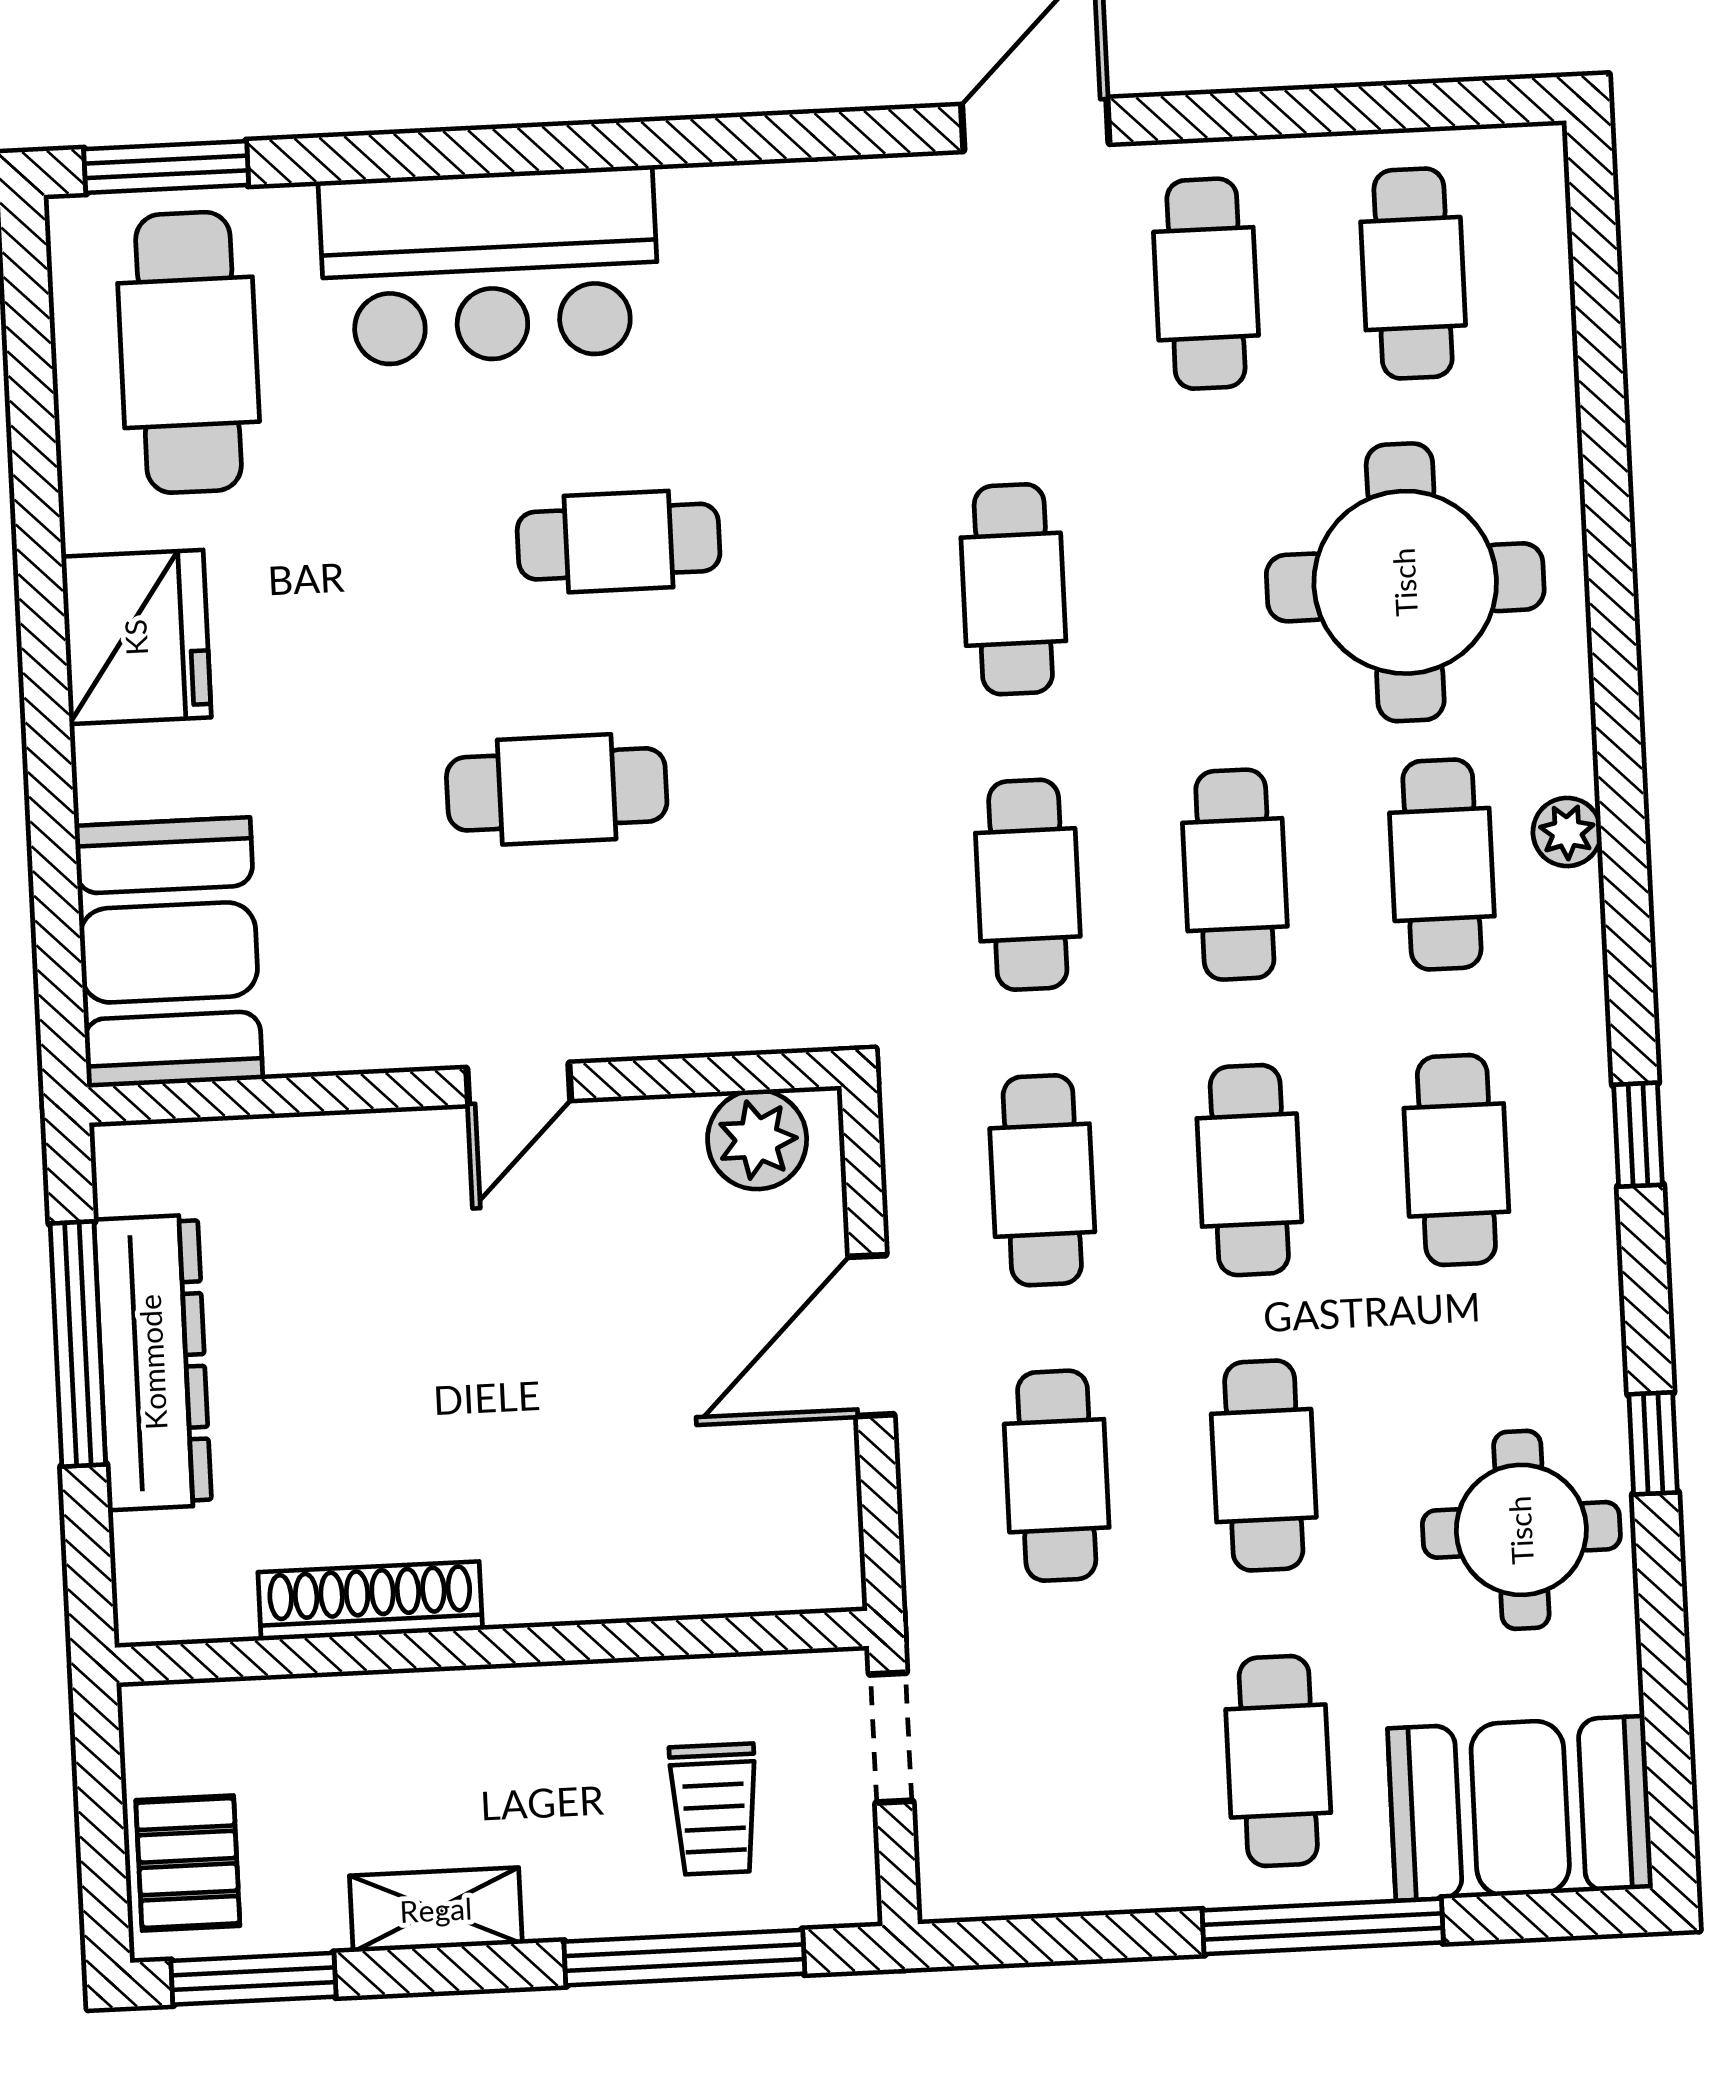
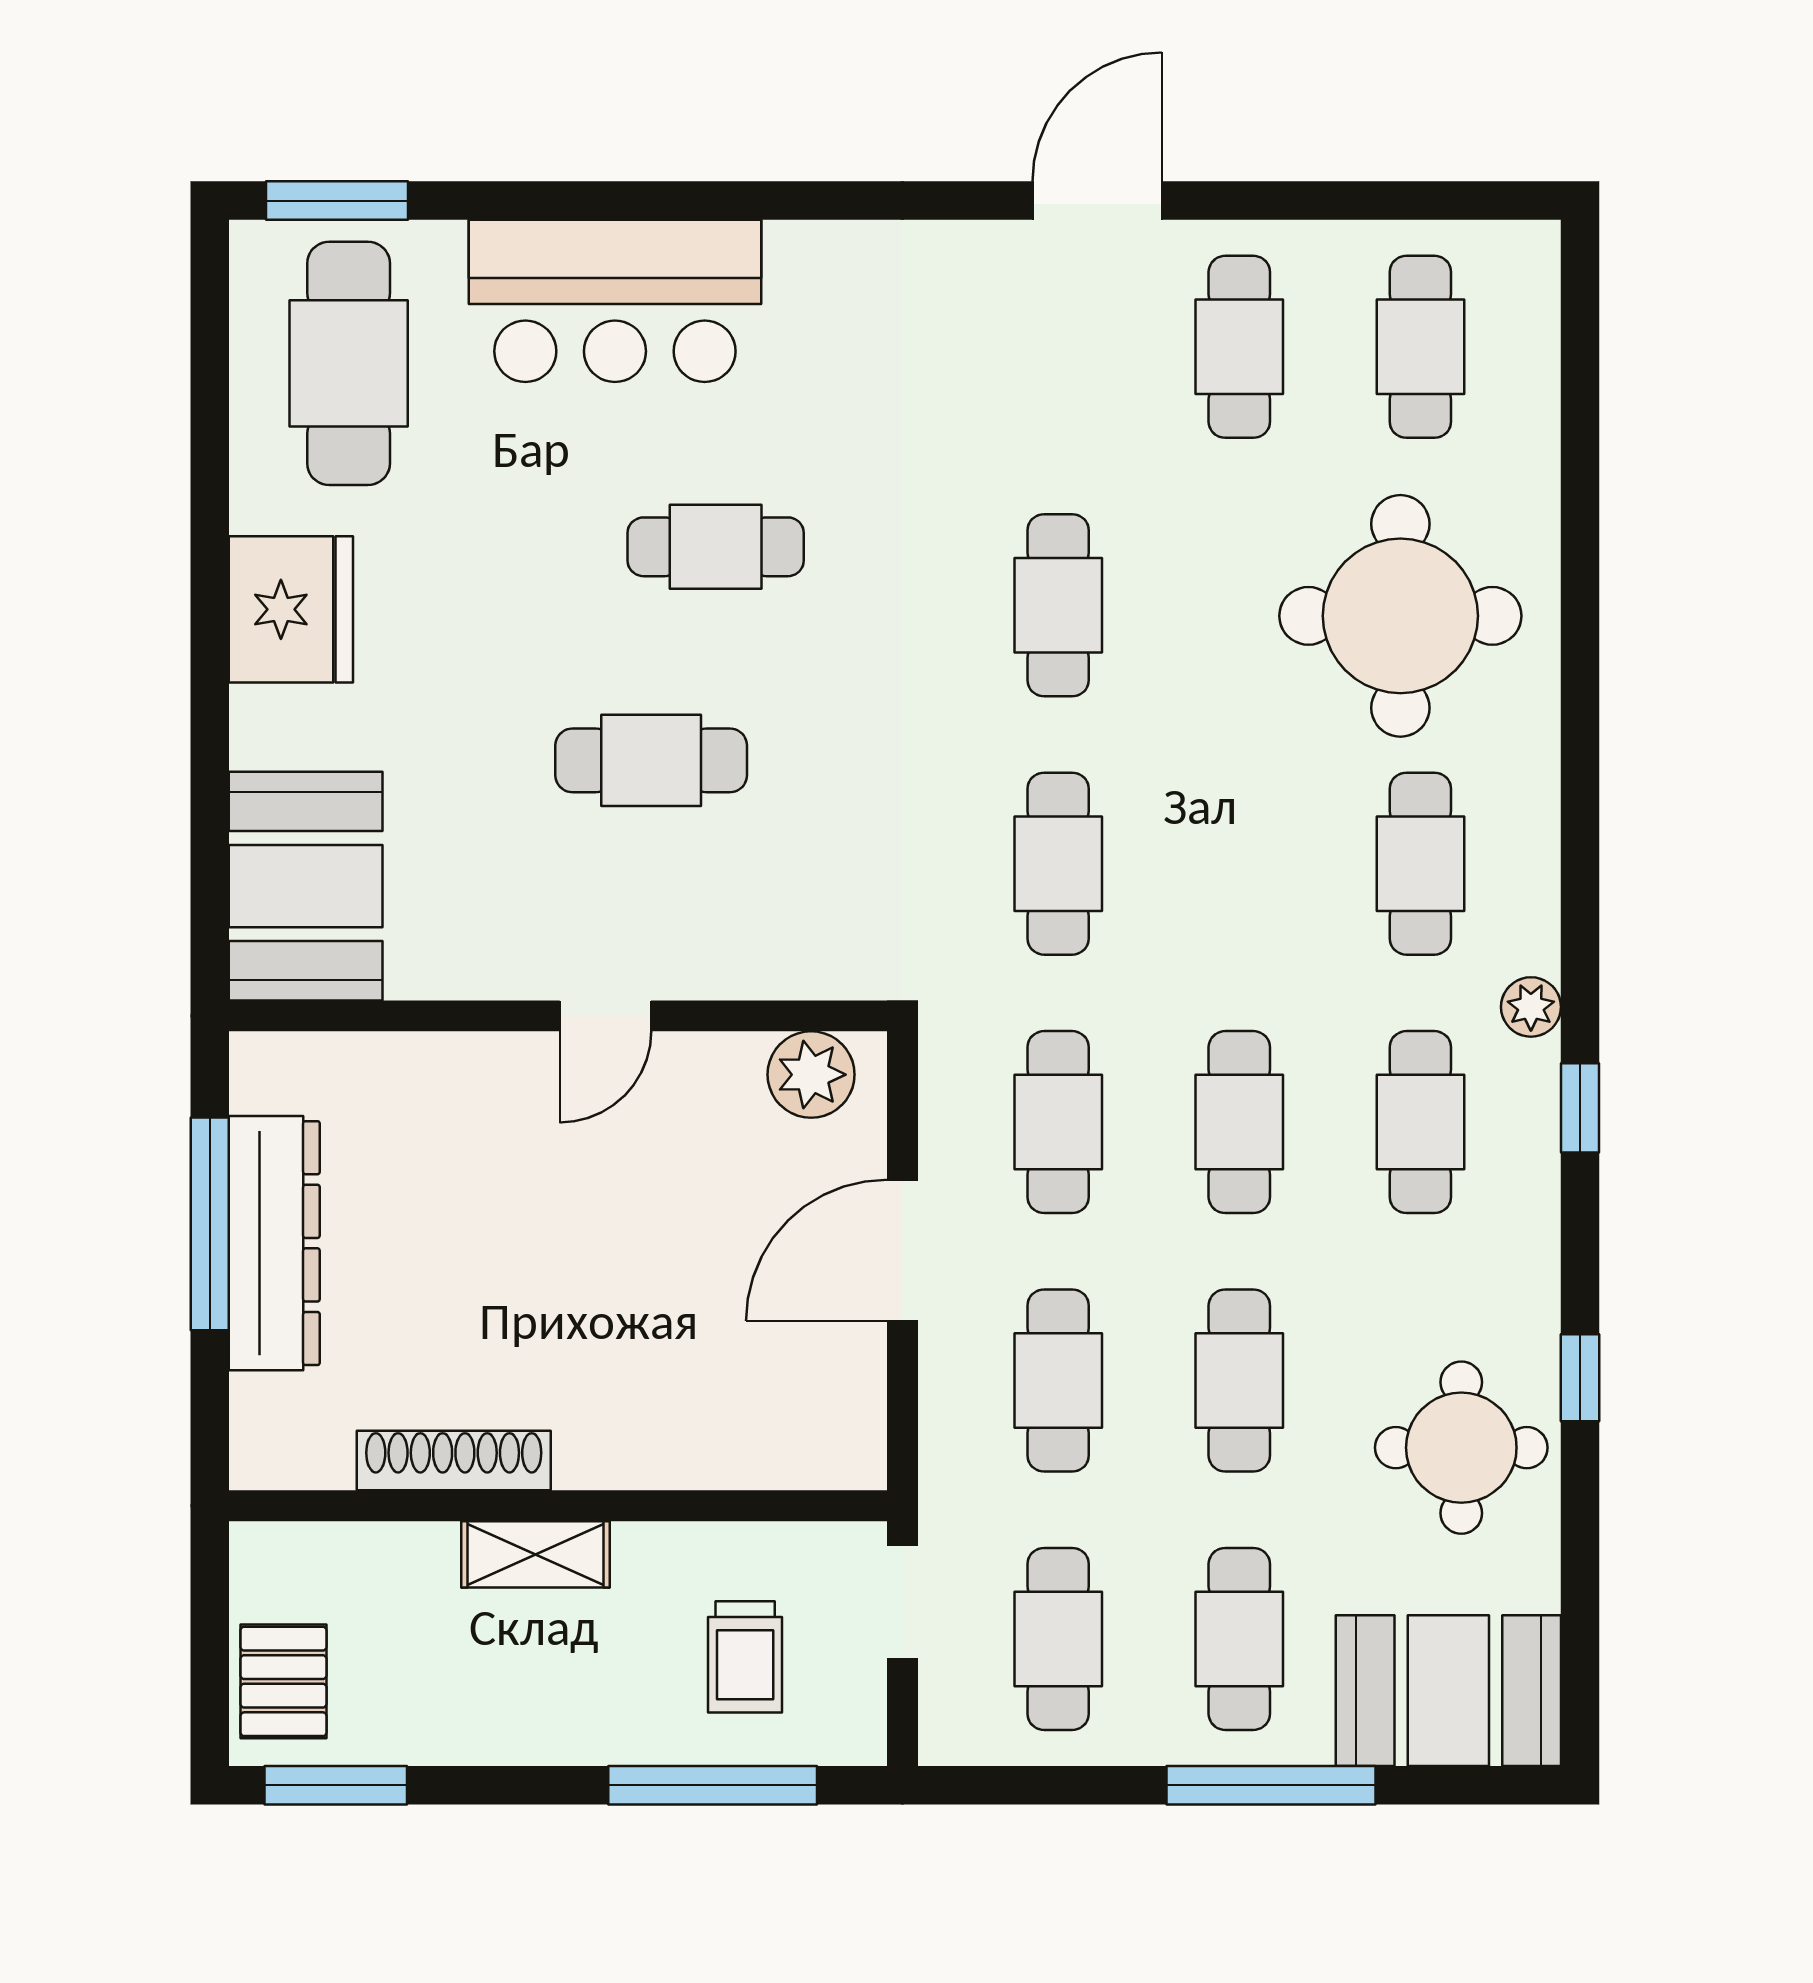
plant: (1567, 832) -> (1531, 1007), moved
cafe table: (1235, 875) -> (1058, 1639), moved
shelving: (436, 1910) -> (536, 1554), moved

